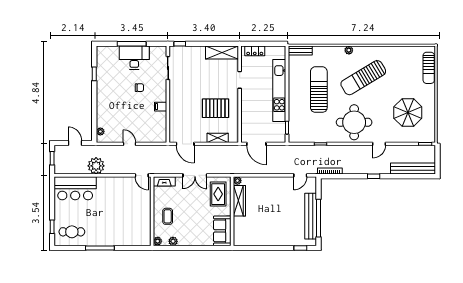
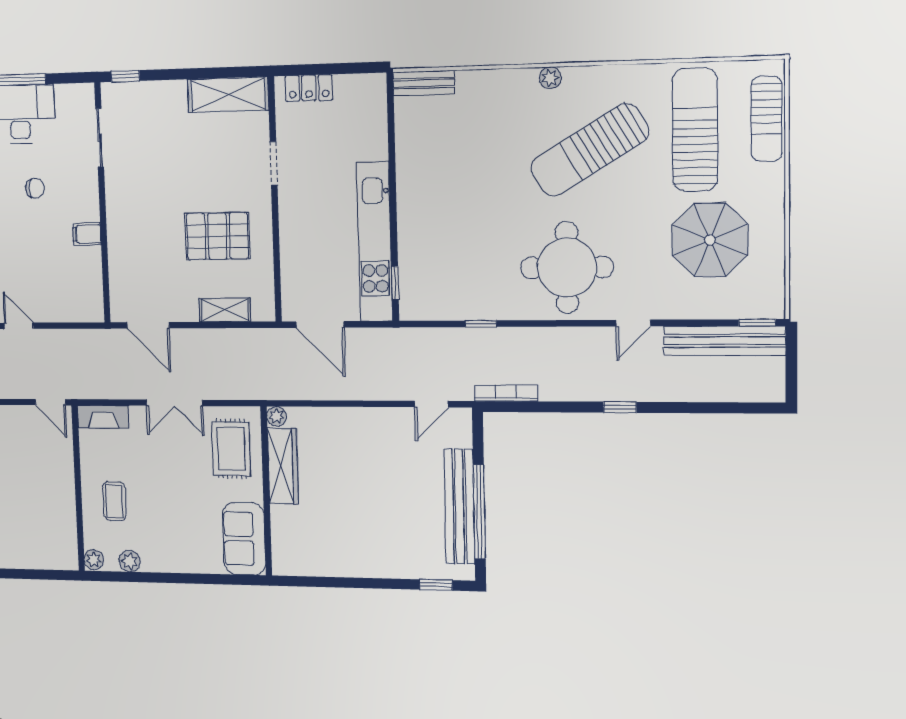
kitchen unit: (279, 90) -> (375, 242), moved
sun lounger: (319, 90) -> (695, 130), moved
bench: (413, 169) -> (724, 341), moved

